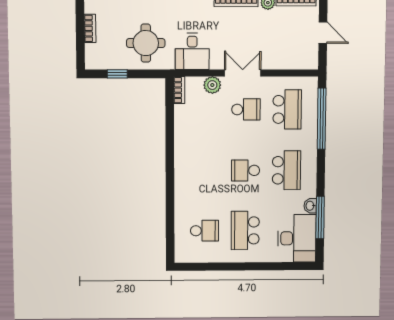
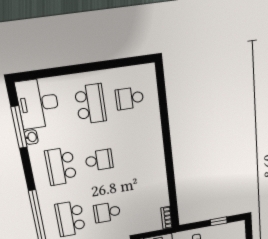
plant: (212, 85) -> (139, 227), removed

